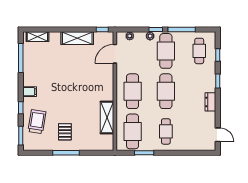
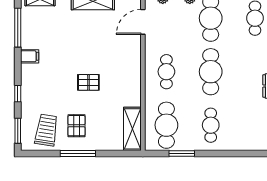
cafe table: (133, 91) -> (166, 72), width x0.73, depth x0.74
filing cabinet: (30, 92) -> (30, 56), moved
pallet: (74, 99) -> (88, 82), added
shelving: (107, 118) -> (132, 129), moved
trolley: (37, 122) -> (46, 130), moved

